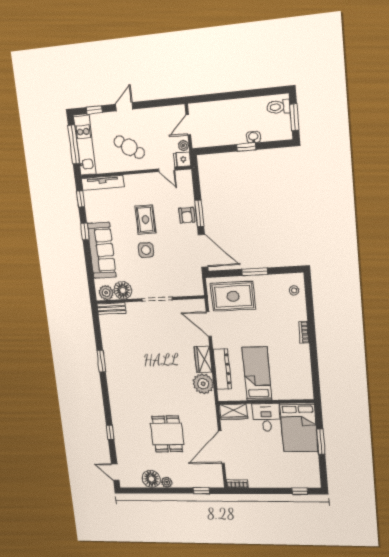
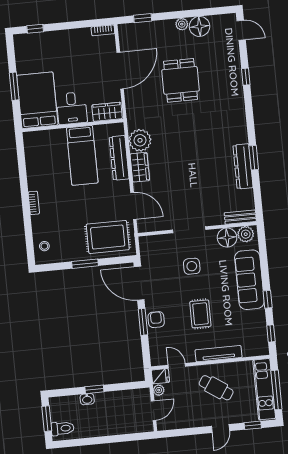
tv unit: (103, 183) -> (219, 354), moved
side table: (146, 250) -> (192, 266), moved
dresser: (110, 354) -> (243, 166), added

